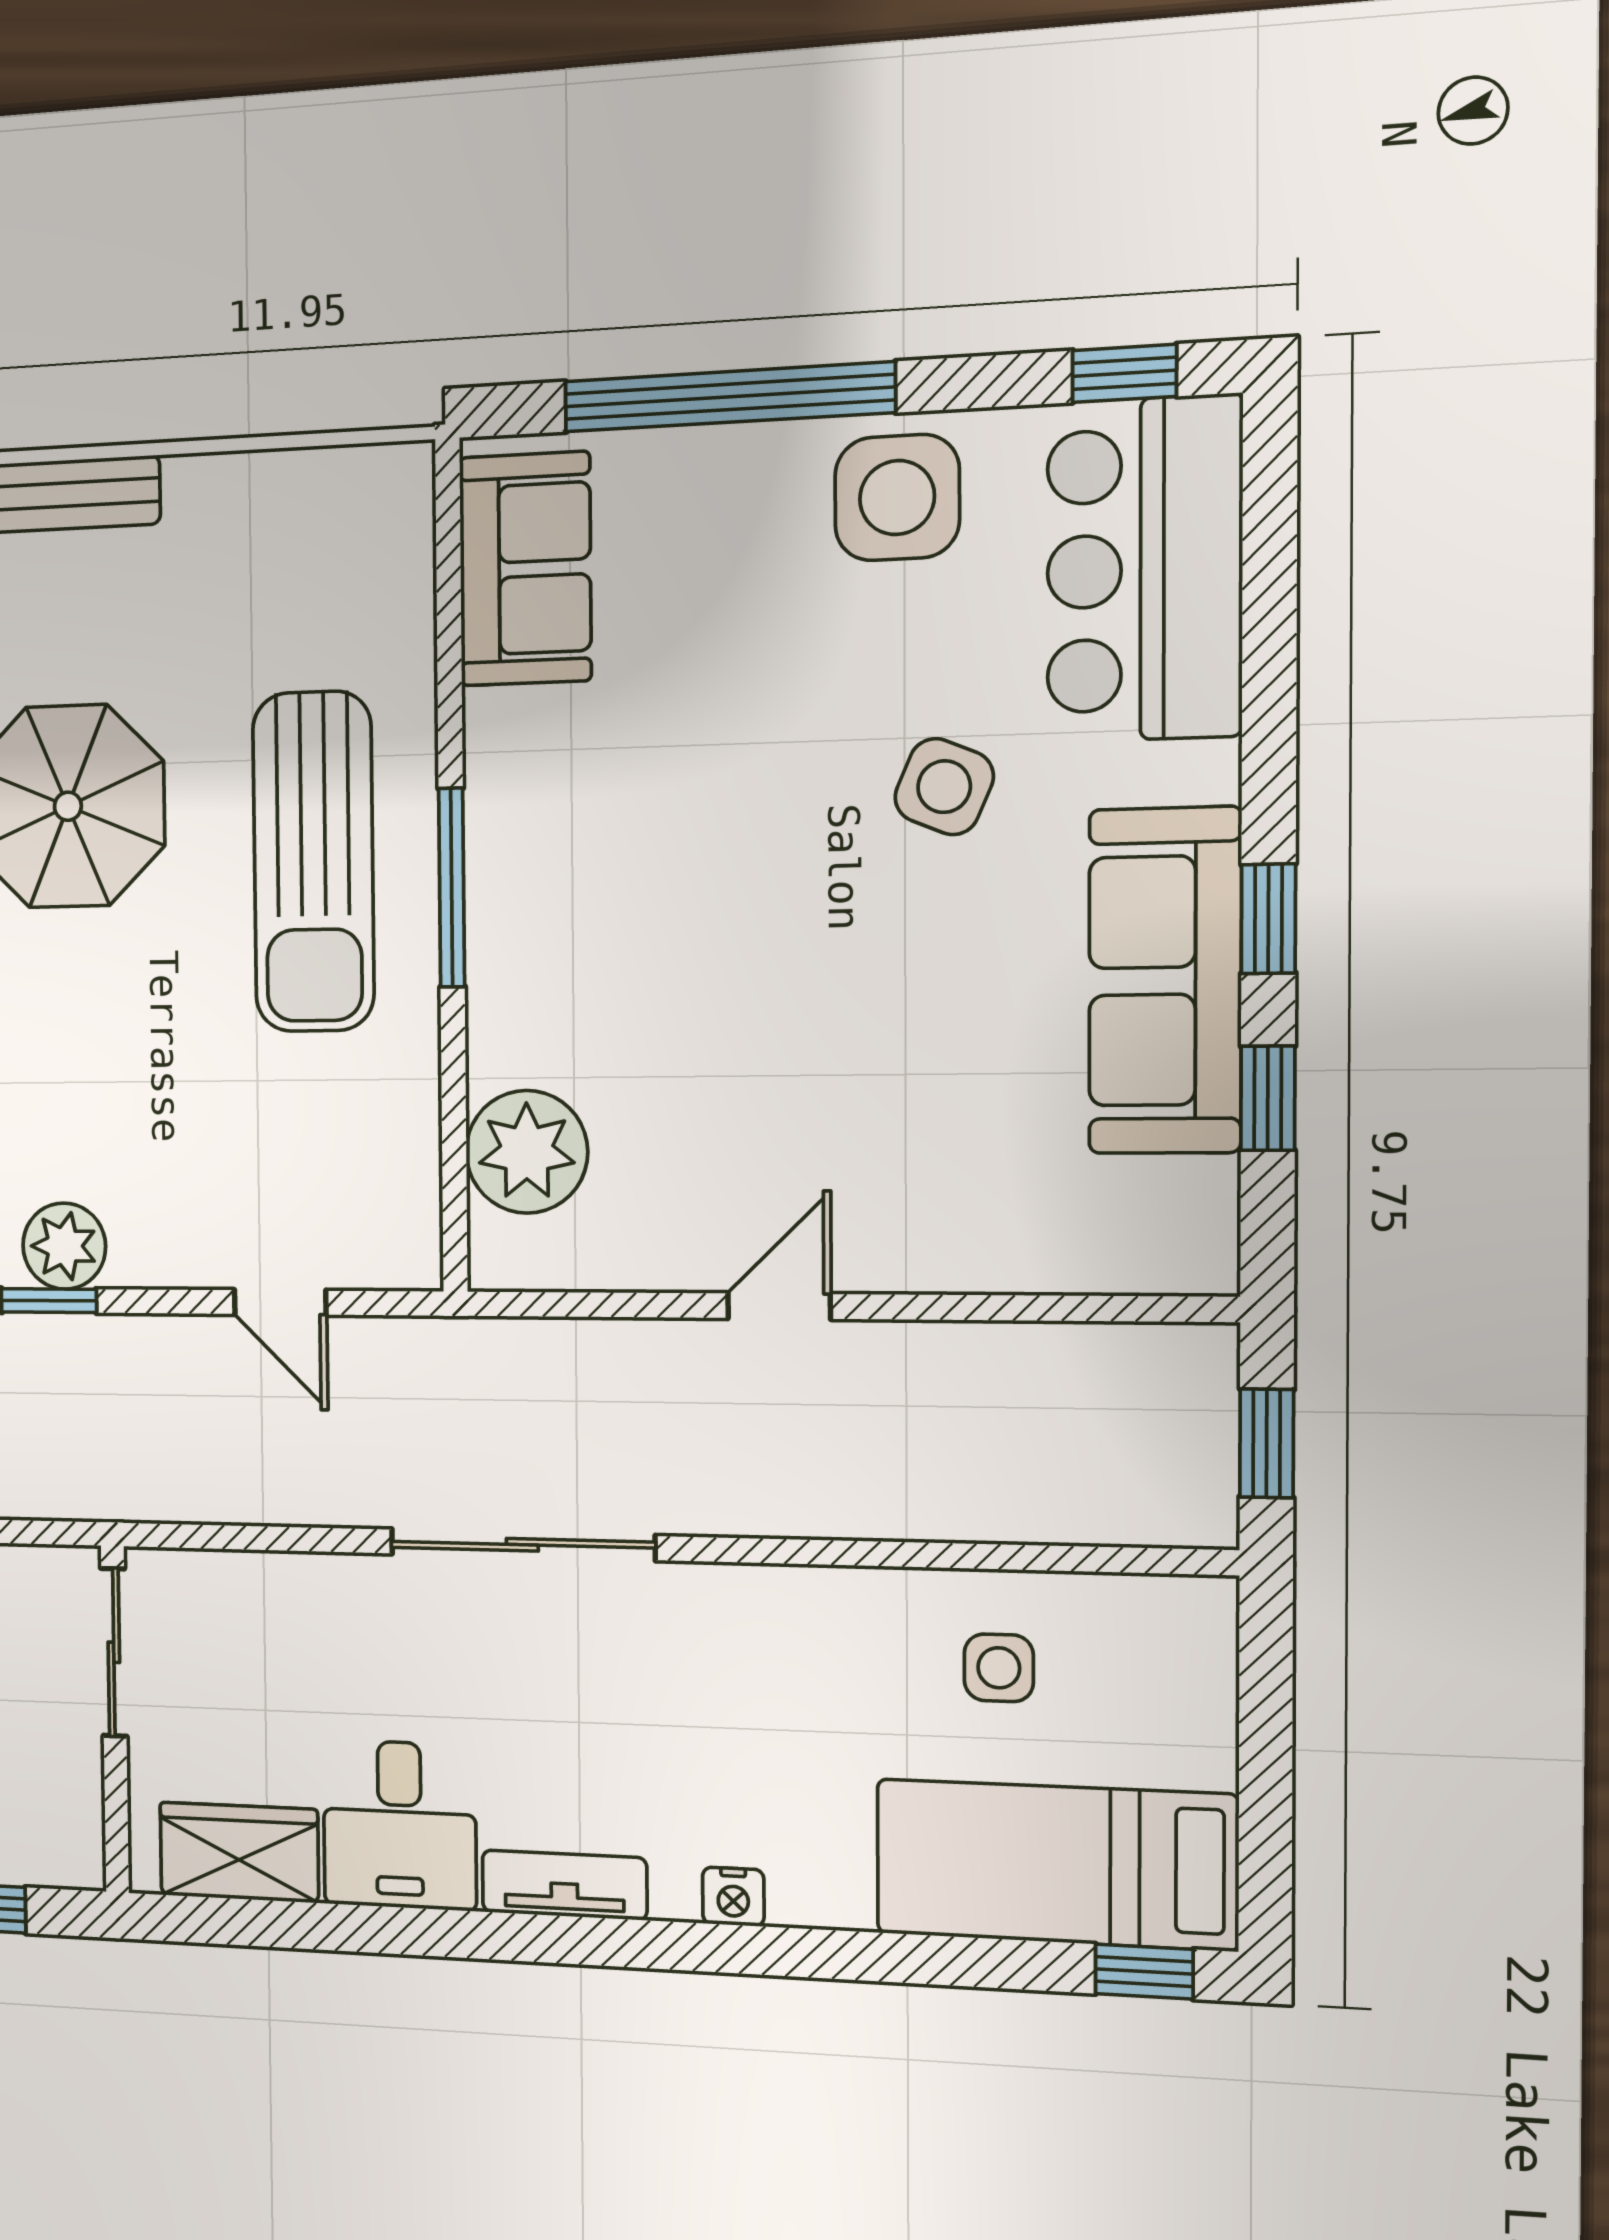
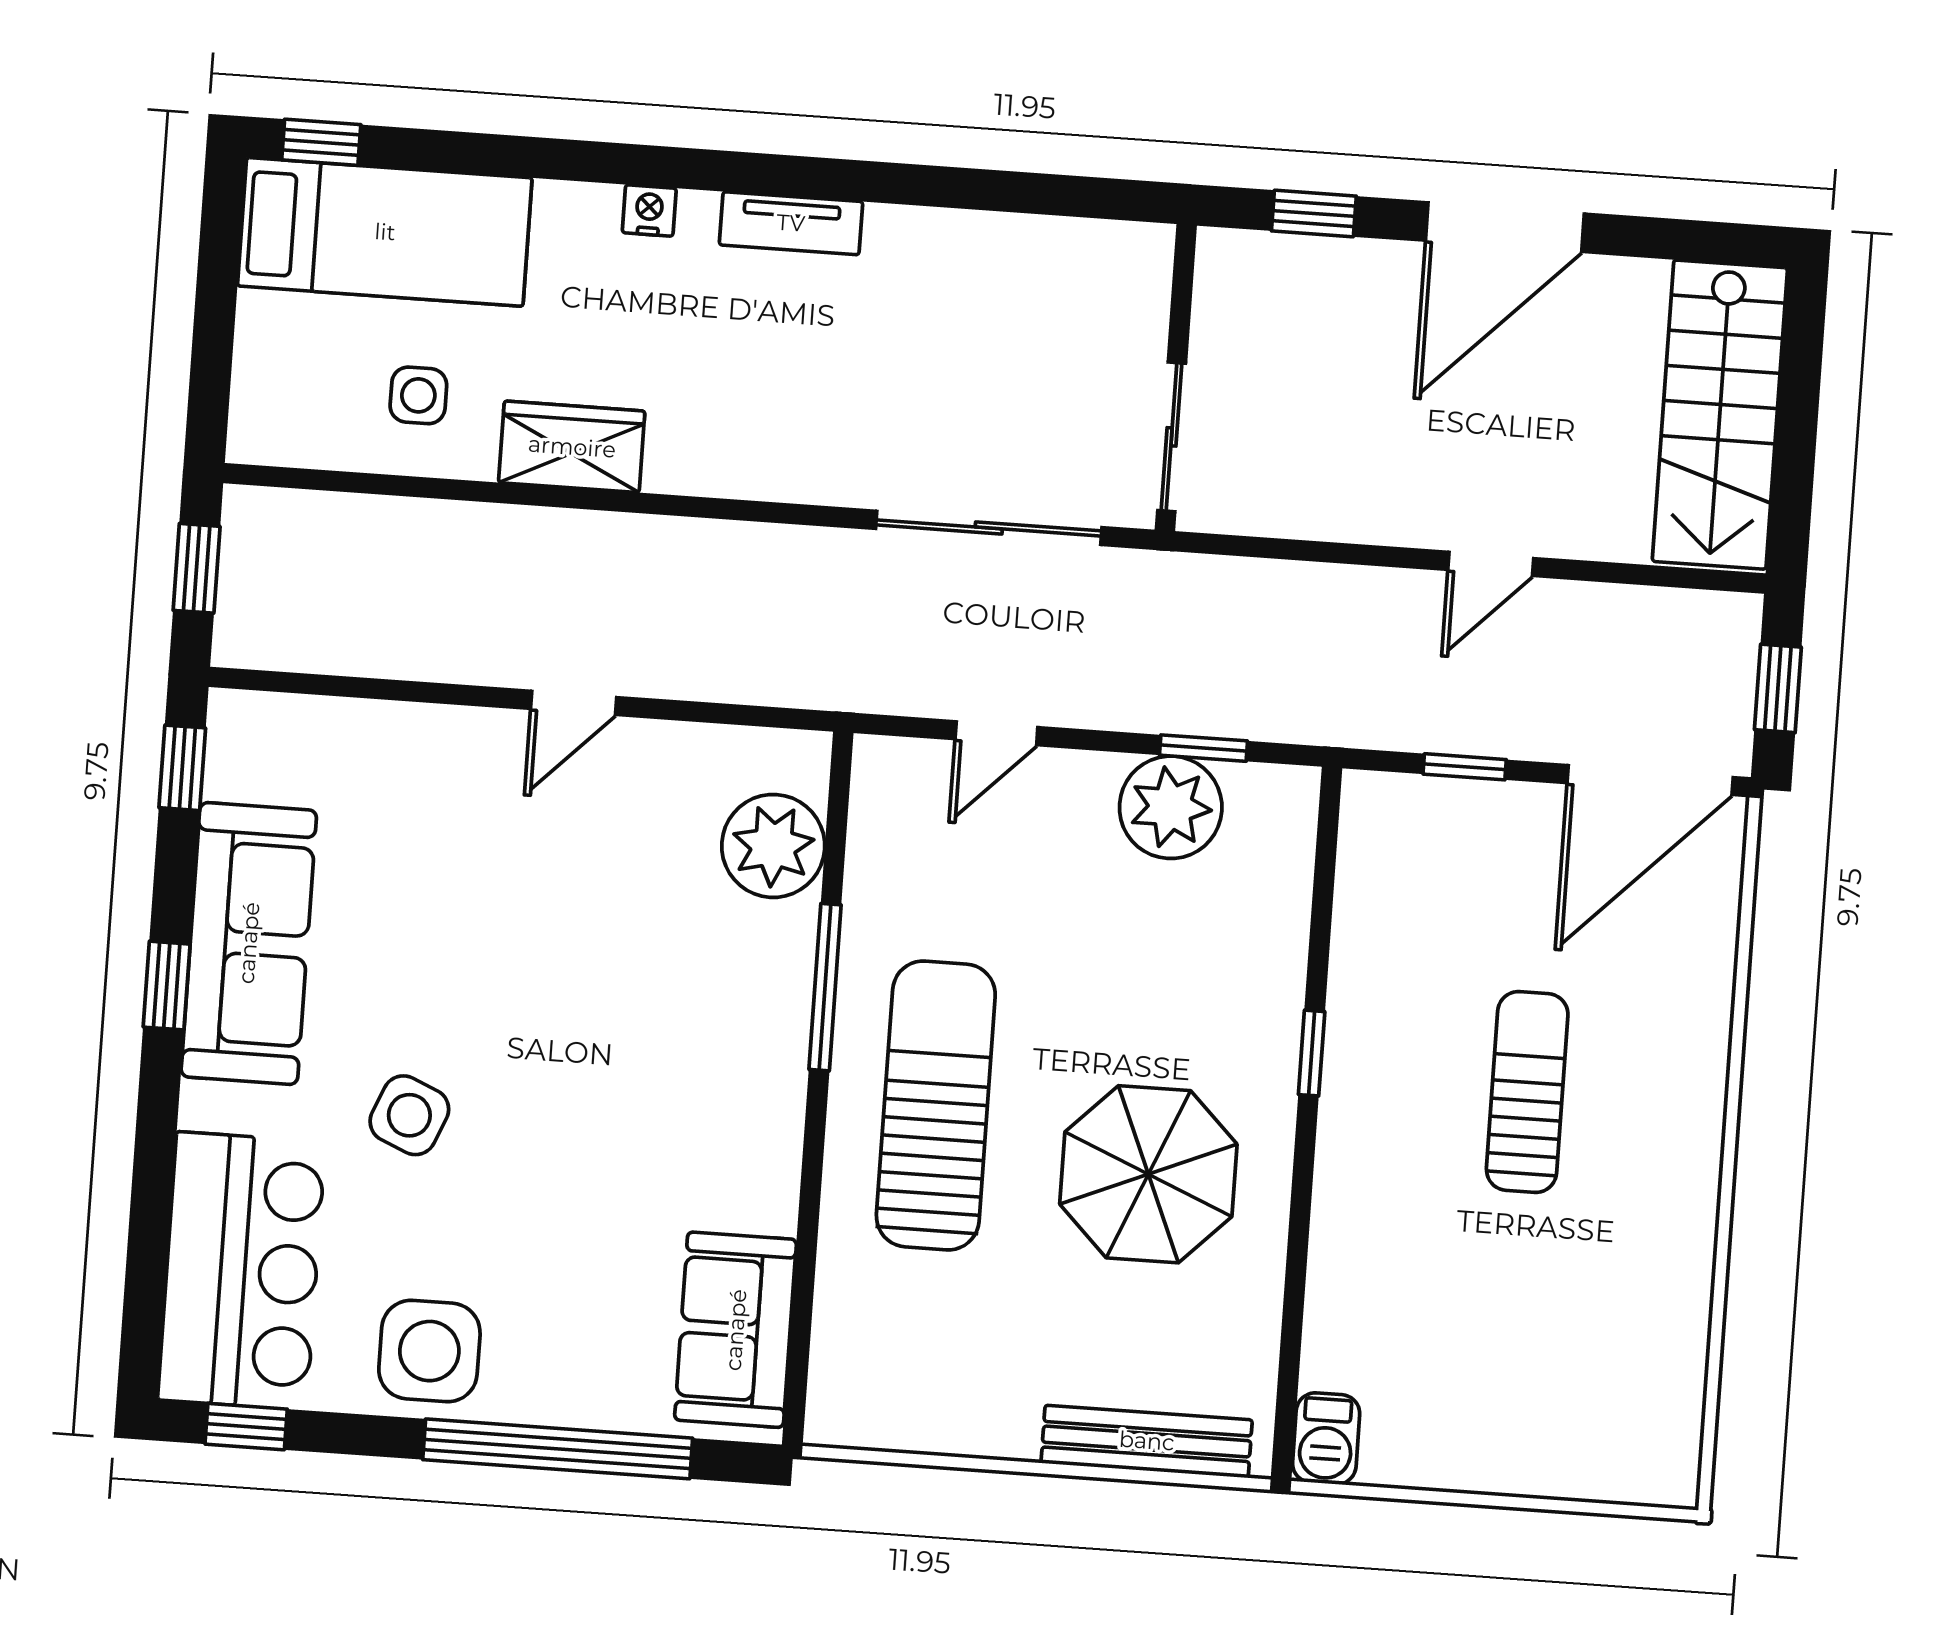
window: (452, 888) -> (825, 987), moved
window: (1268, 1098) -> (182, 768), moved
plant: (64, 1246) -> (1171, 807), width x1.36, depth x1.36
door: (280, 1302) -> (996, 733), swing flipped
sliding door: (522, 1545) -> (989, 528), moved
desk: (400, 1825) -> (929, 278), removed
wardrobe: (239, 1852) -> (572, 447), moved, turned 180

